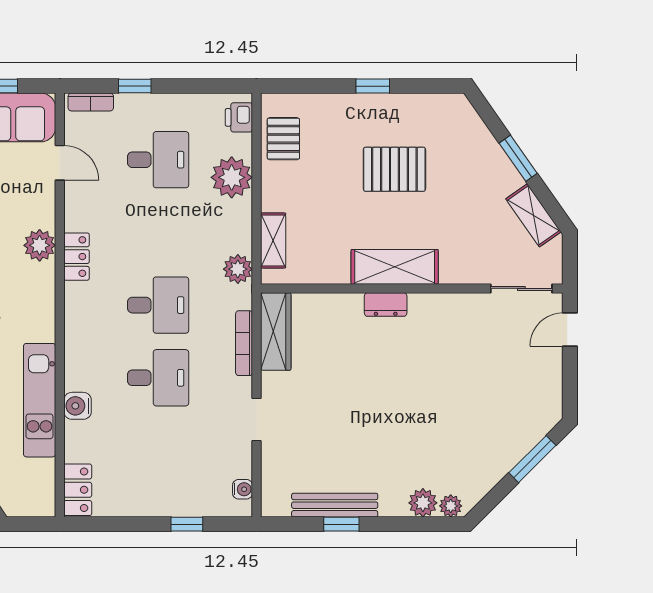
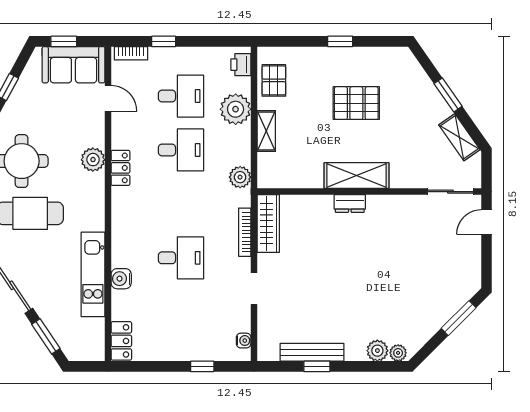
shelving: (273, 240) -> (266, 131), moved
desk: (158, 305) -> (181, 150), moved

